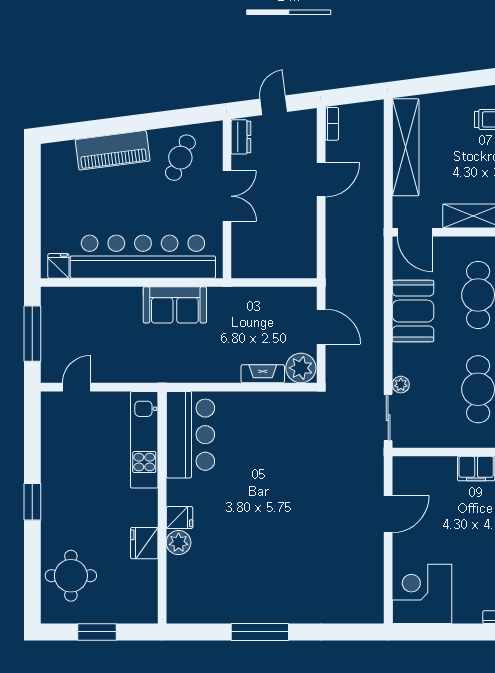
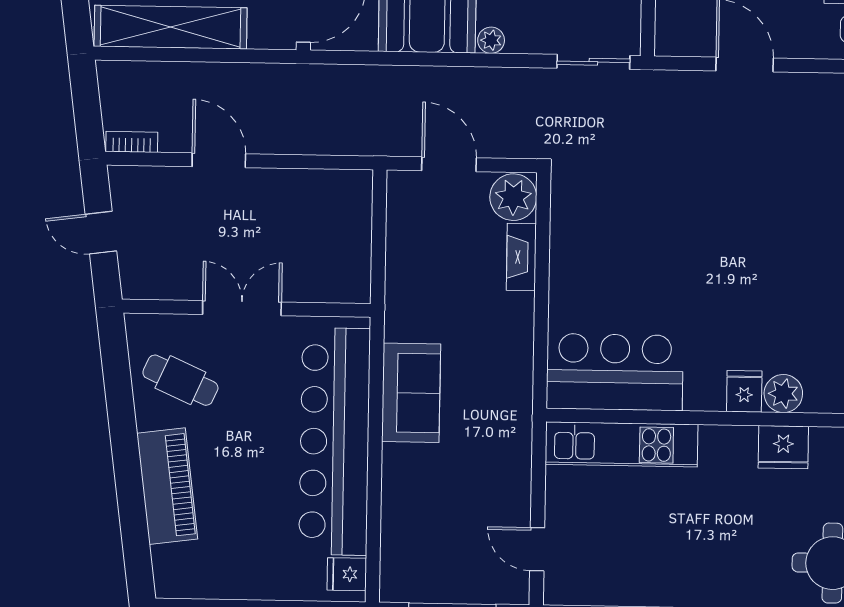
dresser: (241, 137) -> (150, 285), removed
door: (321, 327) -> (449, 164), hinge flipped
plant: (401, 385) -> (491, 40), moved

